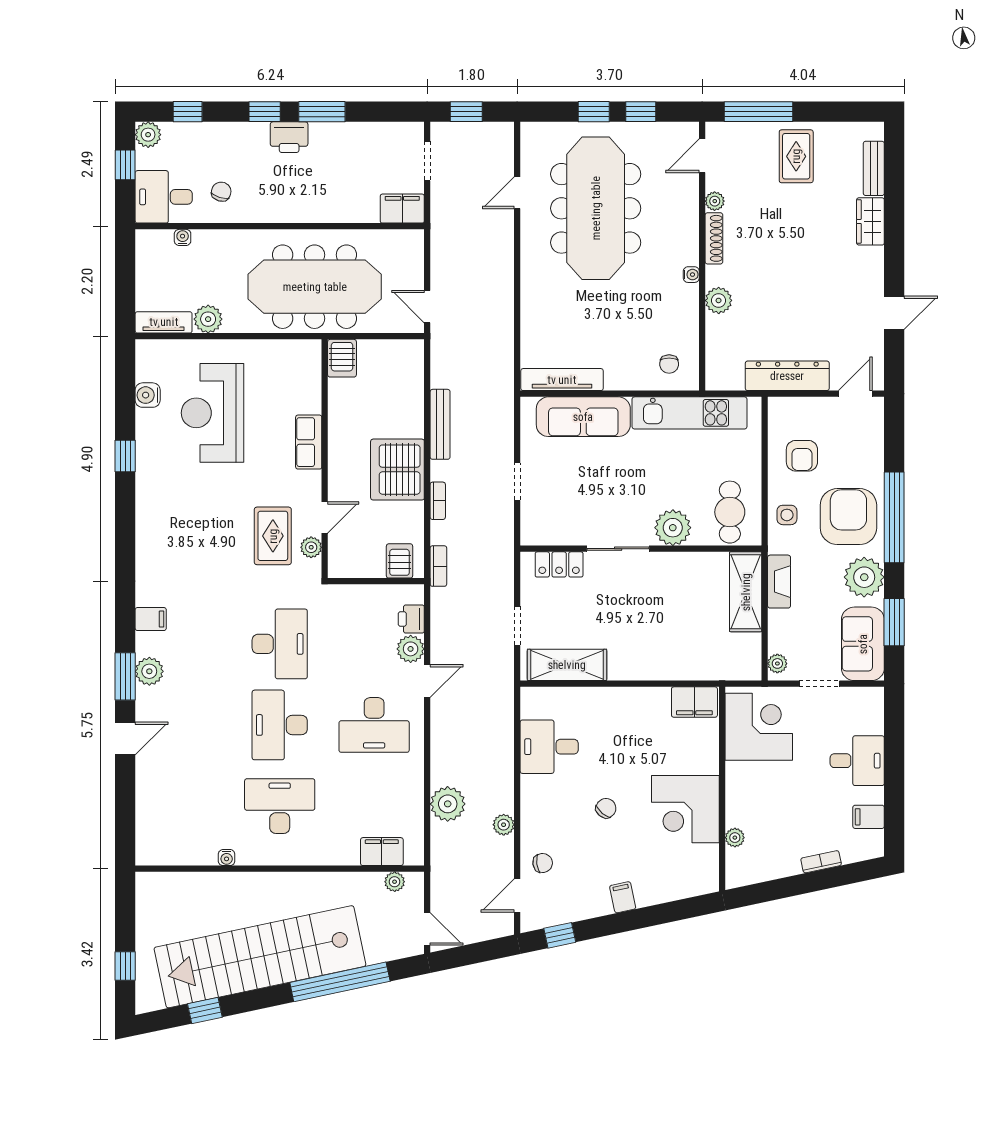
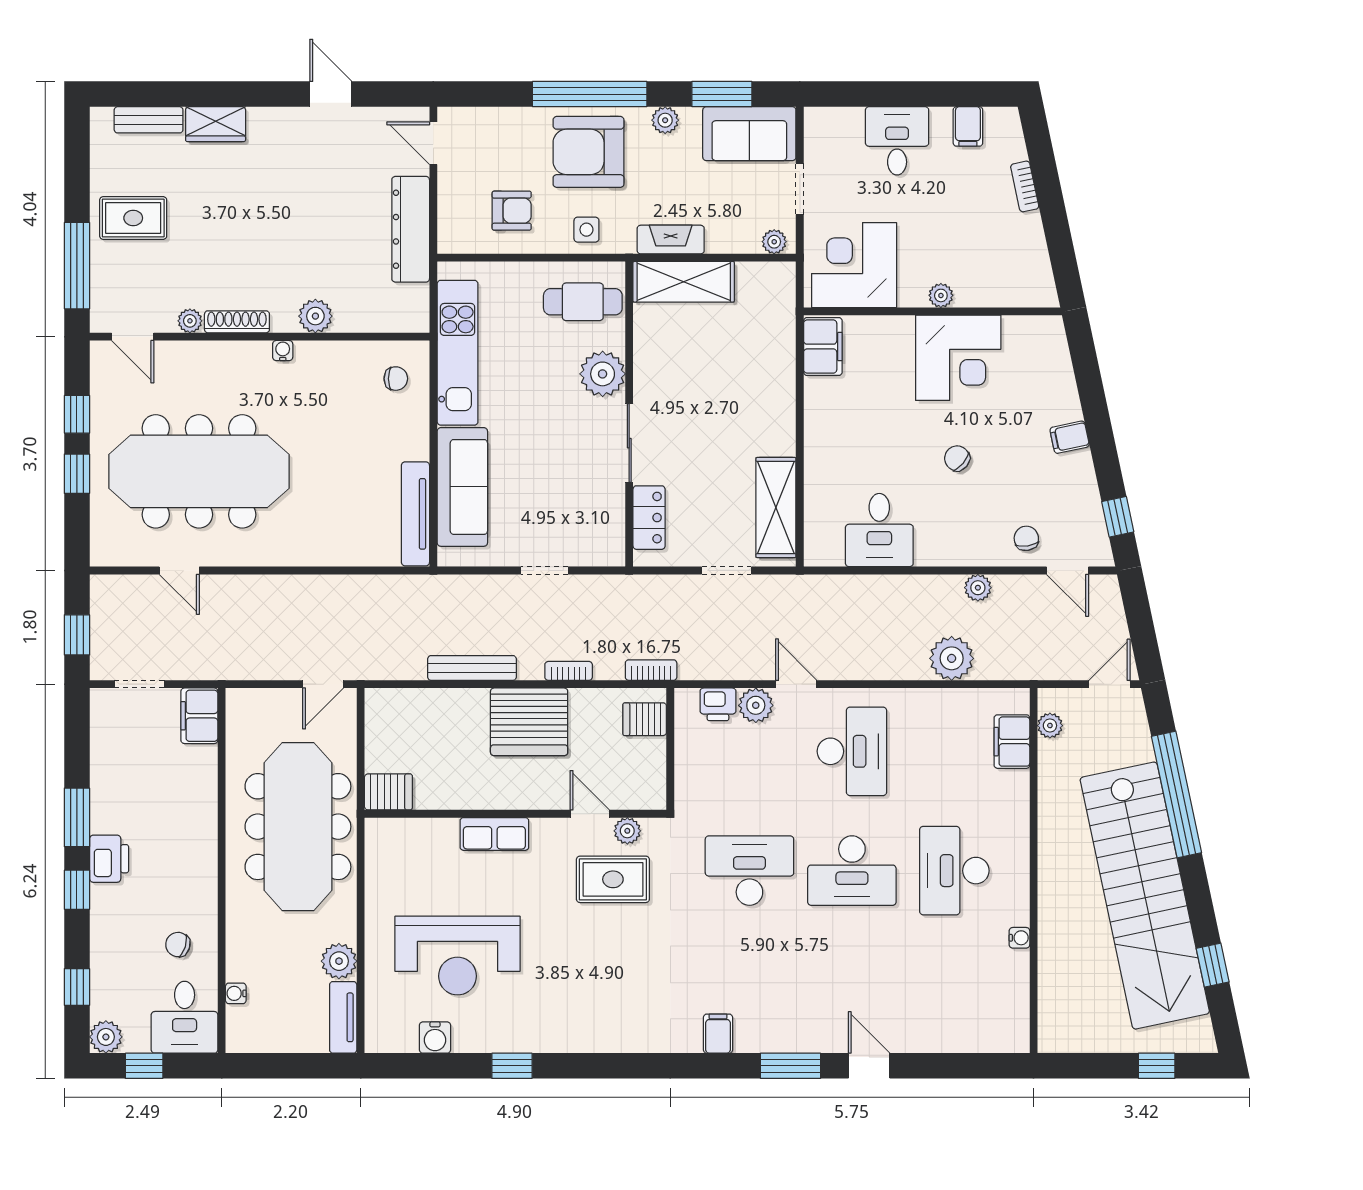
plant: (864, 577) -> (665, 120), width x0.53, depth x0.53
plant: (149, 671) -> (784, 1035), removed
plant: (735, 838) -> (941, 295), moved

